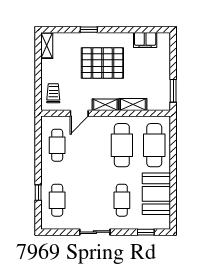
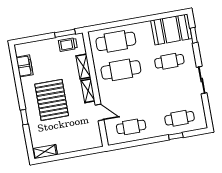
trolley: (53, 93) -> (68, 45), moved
booth: (156, 194) -> (171, 30), moved

